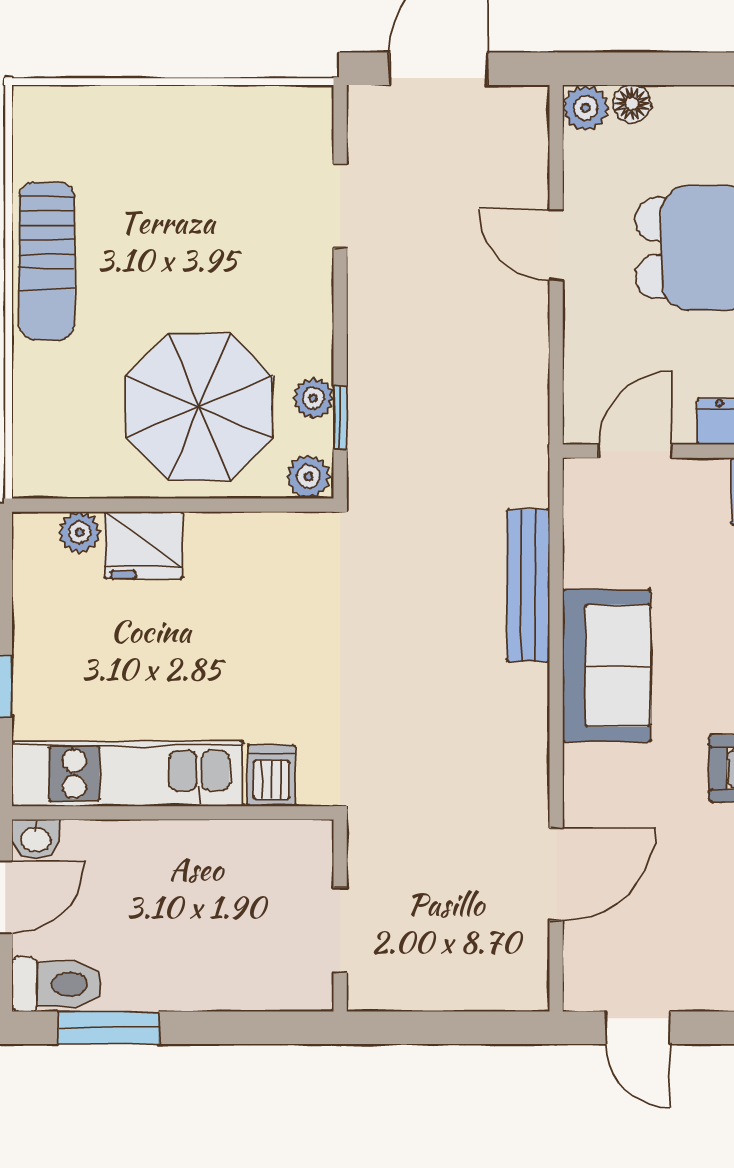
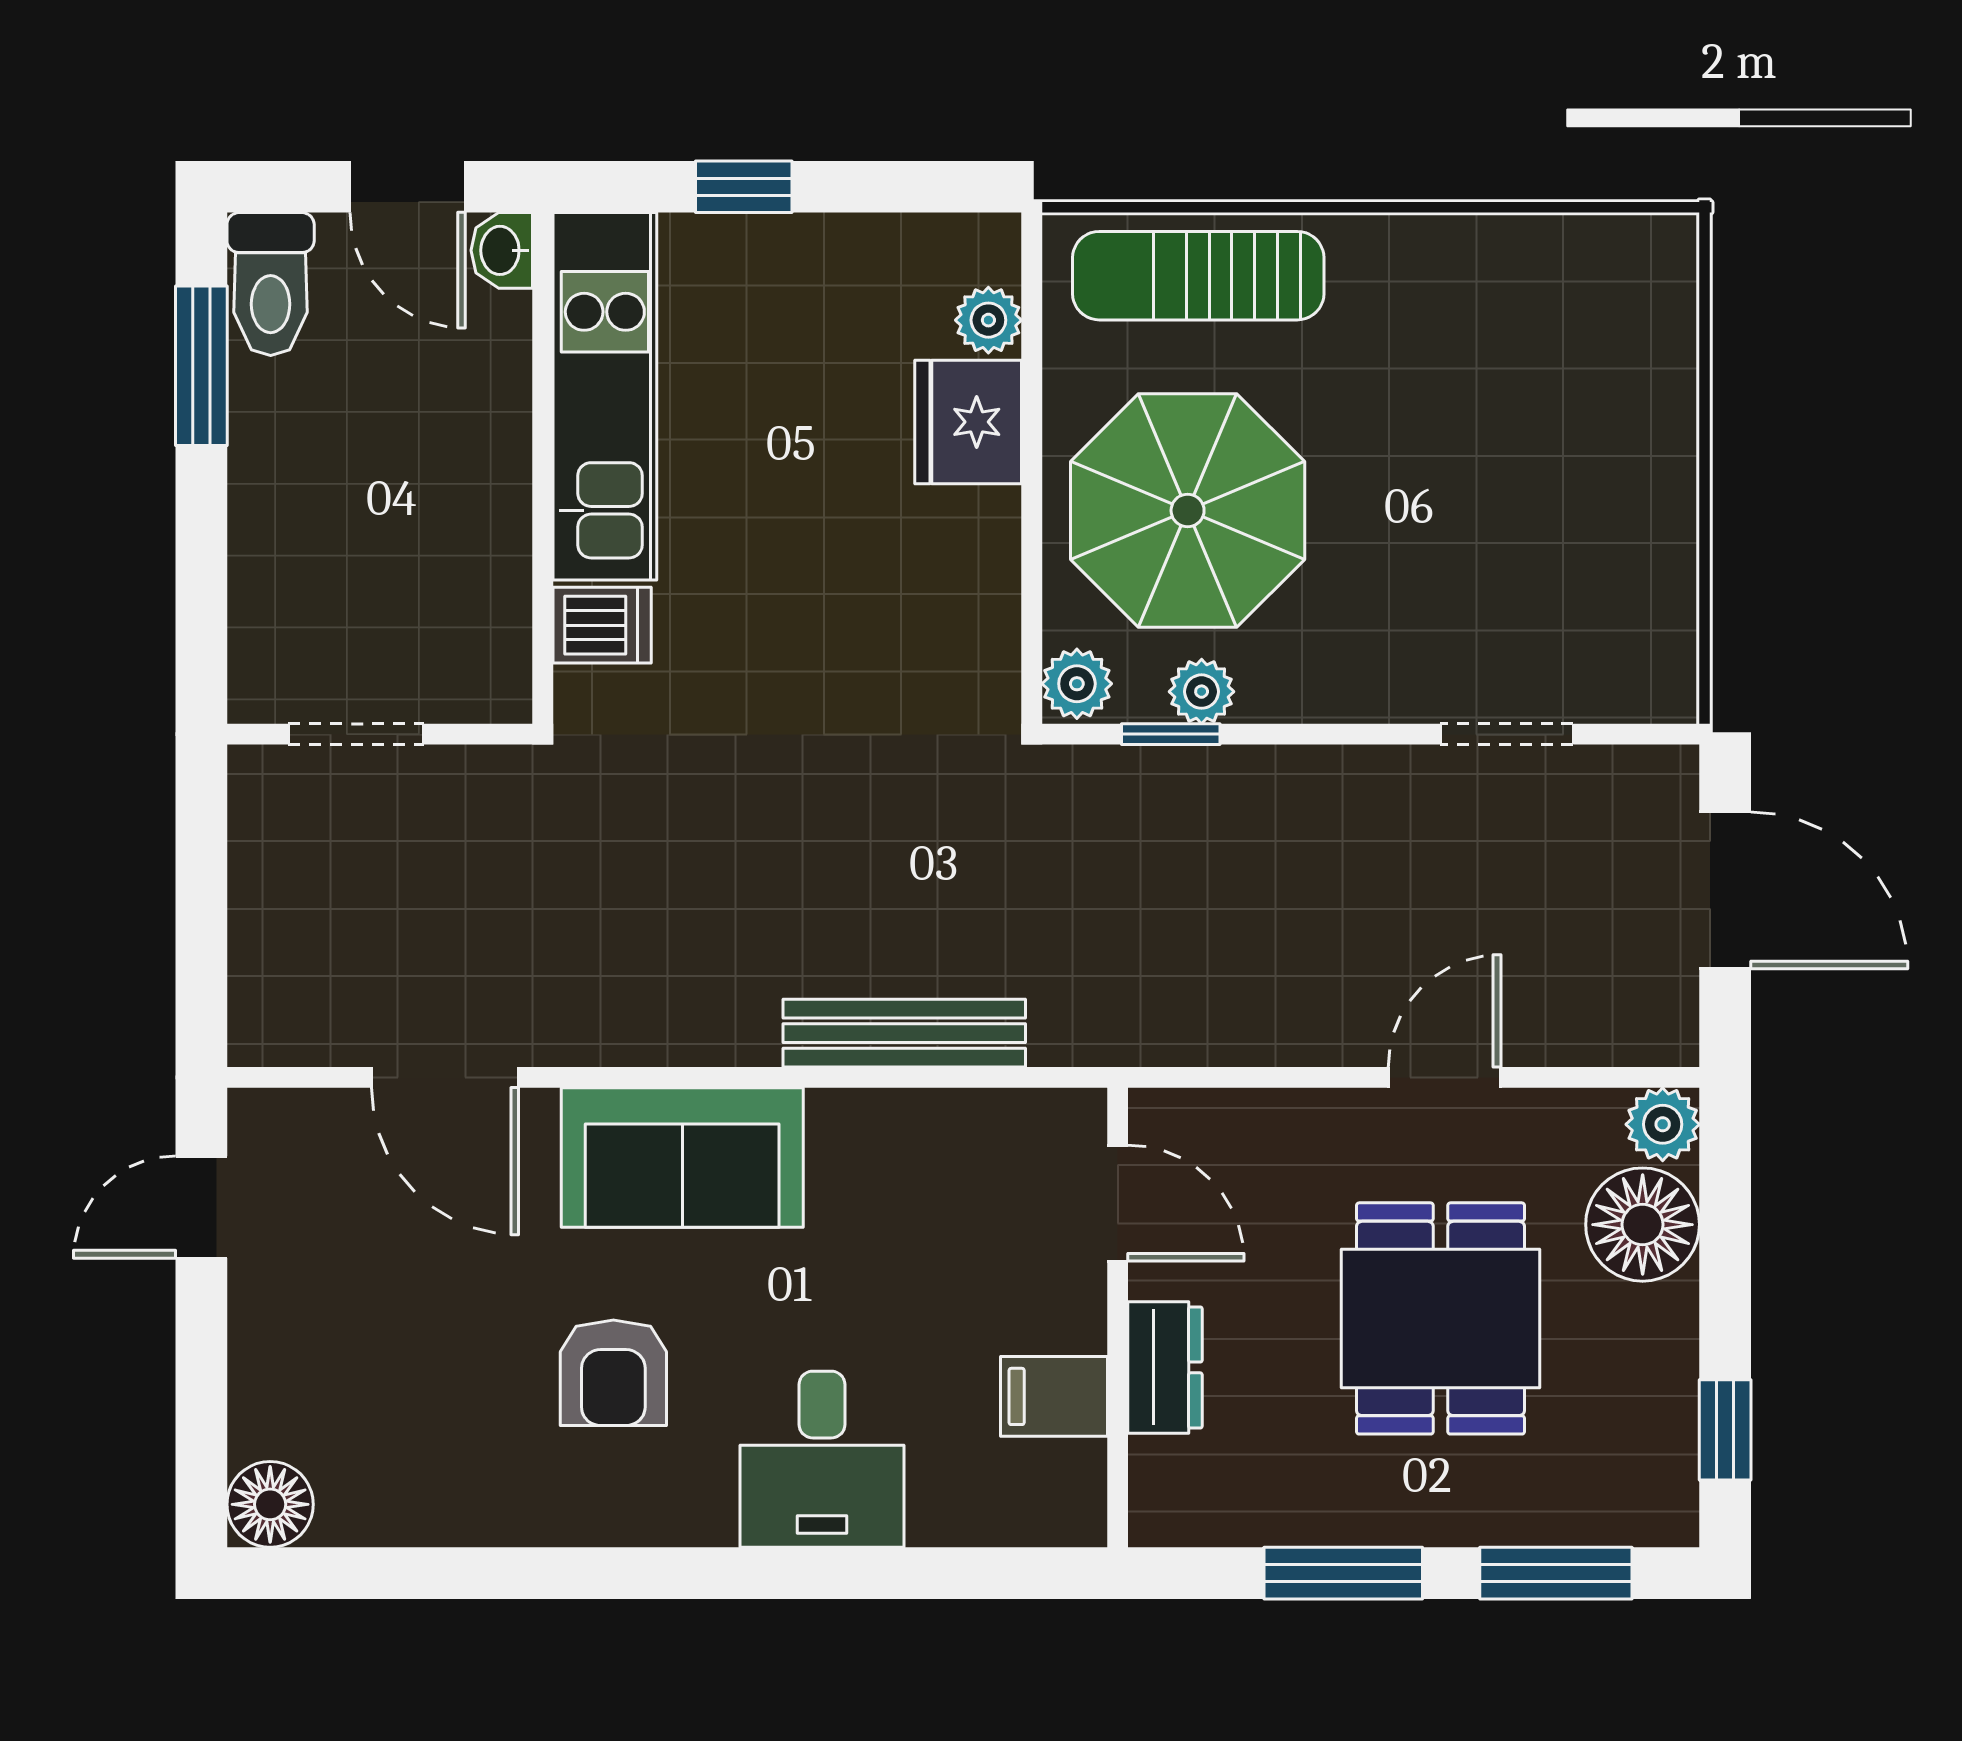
floor lamp: (632, 104) -> (1643, 1225), width x1.89, depth x1.89
sun lounger: (47, 261) -> (1198, 276), moved
sofa: (607, 666) -> (682, 1158), moved

